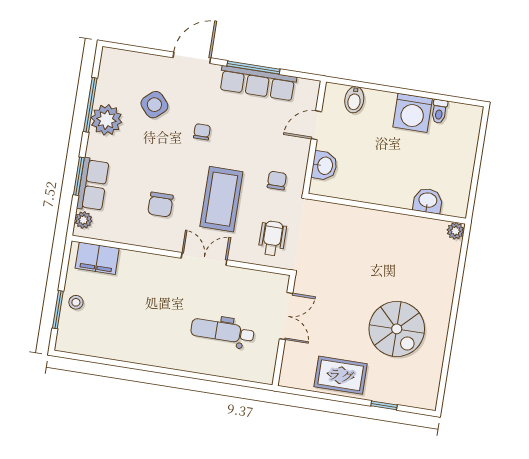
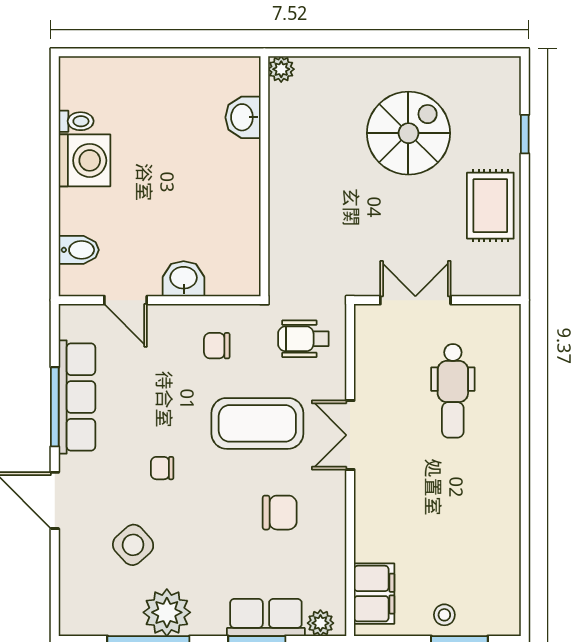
washbasin: (428, 201) -> (243, 117), moved
wall: (387, 209) -> (264, 176), moved
plant: (455, 231) -> (281, 69), moved

